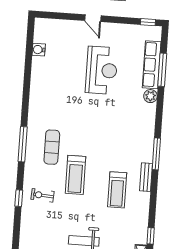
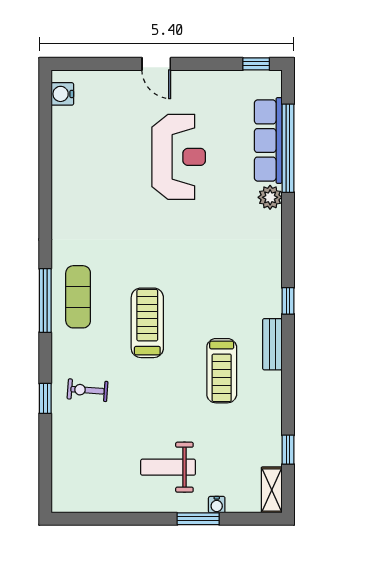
water cooler: (39, 50) -> (62, 94), moved
window: (162, 70) -> (288, 148), width x1.46
exercise mat: (52, 147) -> (78, 297), moved
window: (156, 154) -> (288, 301), width x0.46
treadmill: (76, 175) -> (147, 323), moved, turned 180

